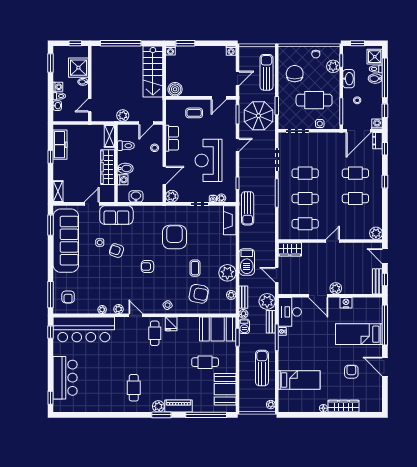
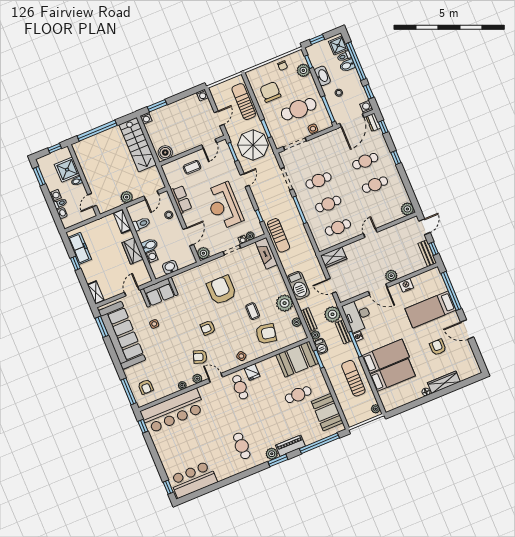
wardrobe: (108, 167) -> (133, 251), width x0.67
armchair: (117, 251) -> (200, 357), moved
door: (385, 256) -> (425, 227), swing flipped
bed: (300, 360) -> (386, 356), added
bar counter: (65, 378) -> (193, 480), moved, turned -90

